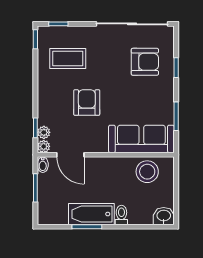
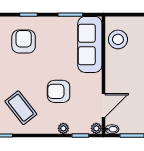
coffee table: (68, 59) -> (21, 108), turned -38
plant: (44, 132) -> (63, 128), moved

